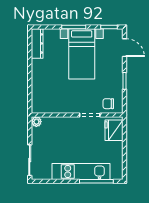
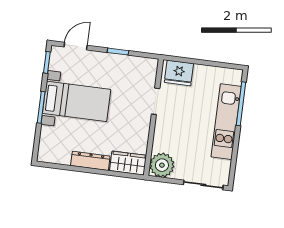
dresser: (37, 43) -> (90, 161), moved
wardrobe: (39, 100) -> (128, 163), added
chair: (108, 104) -> (144, 76), removed
plant: (36, 122) -> (162, 165), width x1.88, depth x1.88

